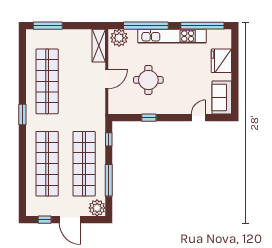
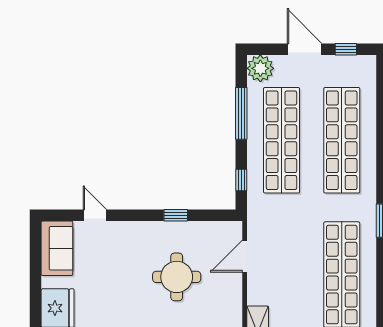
door: (107, 79) -> (245, 256), moved
door: (199, 118) -> (95, 215), swing flipped

